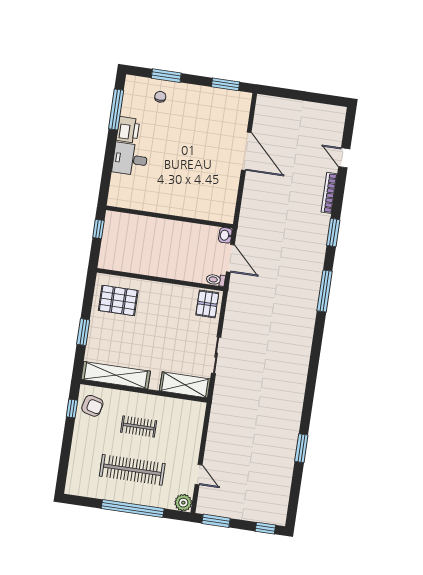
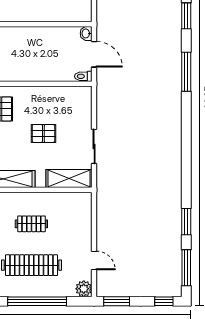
pallet: (207, 304) -> (43, 133), moved, turned 90
window: (294, 497) -> (186, 268), added

